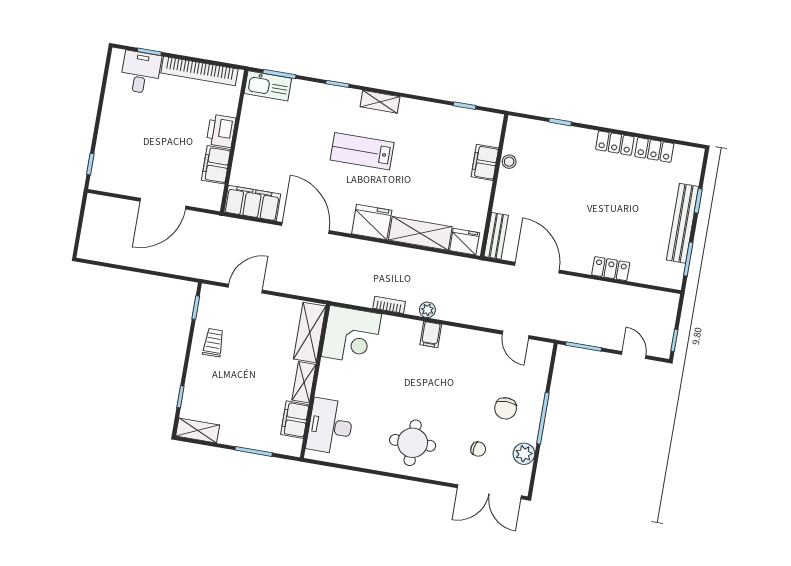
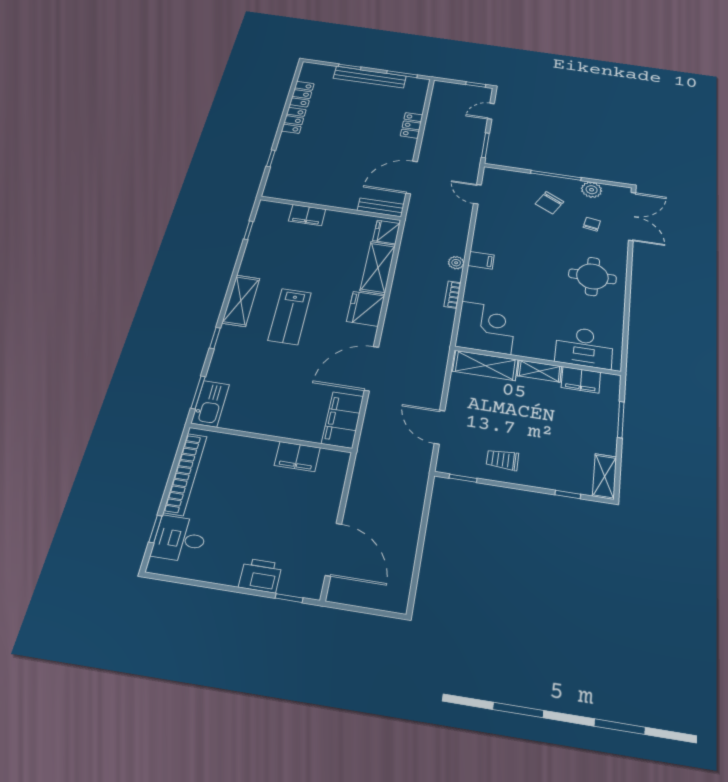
shelving: (380, 102) -> (241, 301), width x1.50, depth x1.33
printer: (221, 131) -> (260, 576), moved, turned 180
stool: (509, 162) -> (307, 196), removed
door: (163, 204) -> (333, 549), moved
door: (516, 335) -> (477, 194), swing flipped
chair: (506, 408) -> (549, 203), turned 118

